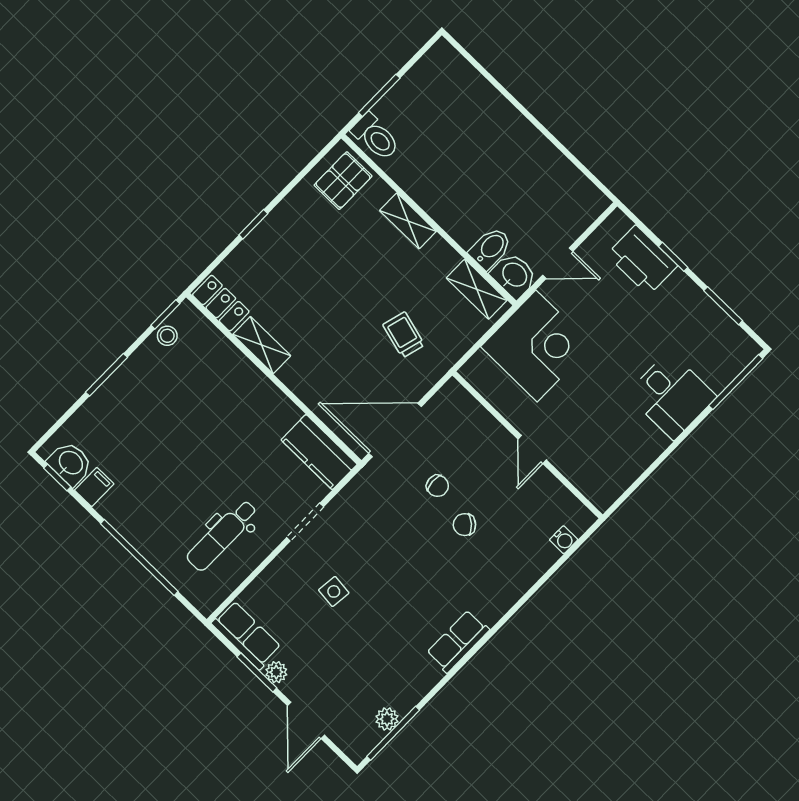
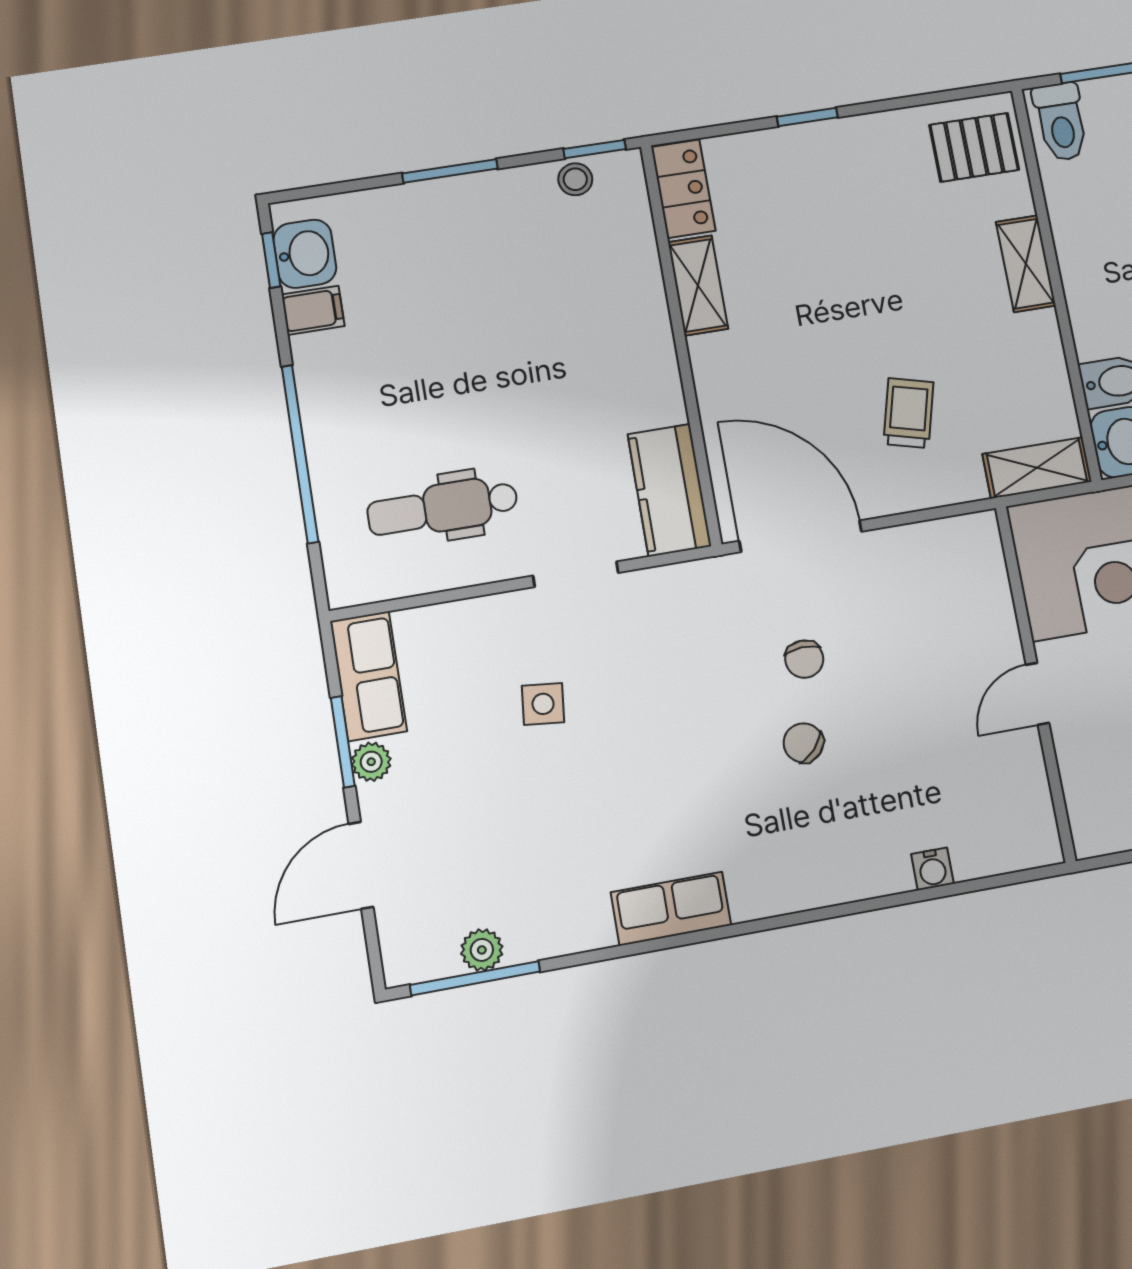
shelving: (477, 289) -> (1037, 468), moved, turned 90
wall: (527, 445) -> (1035, 683), moved
door: (532, 449) -> (1038, 694), moved

